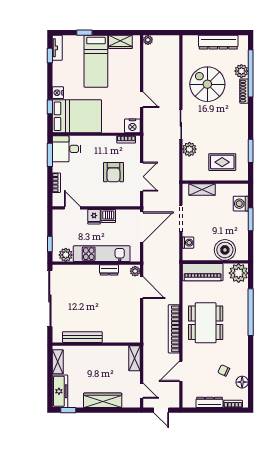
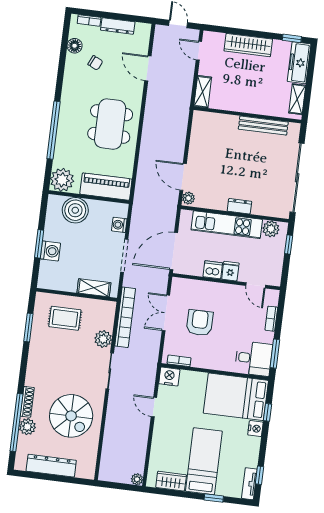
washing machine: (241, 204) -> (50, 251), moved
dresser: (109, 270) -> (239, 206), moved
bookcase: (174, 329) -> (125, 317), moved
door: (181, 371) -> (148, 68), swing flipped

